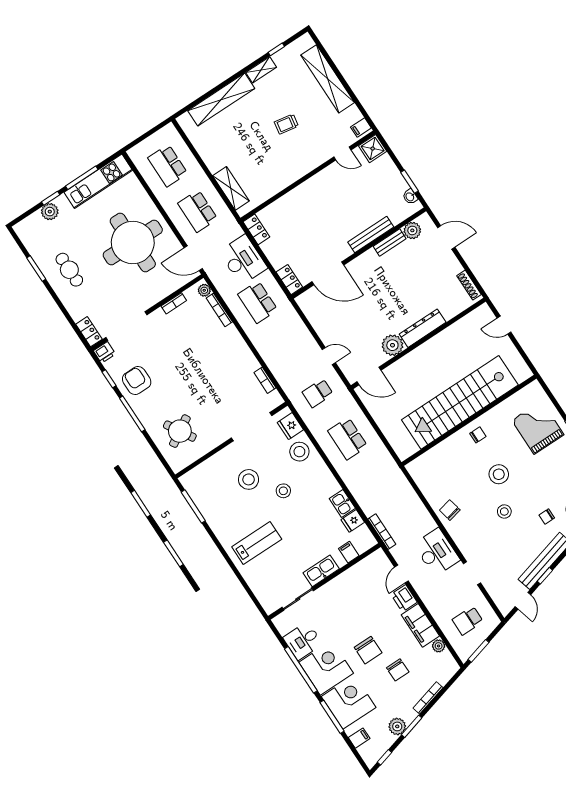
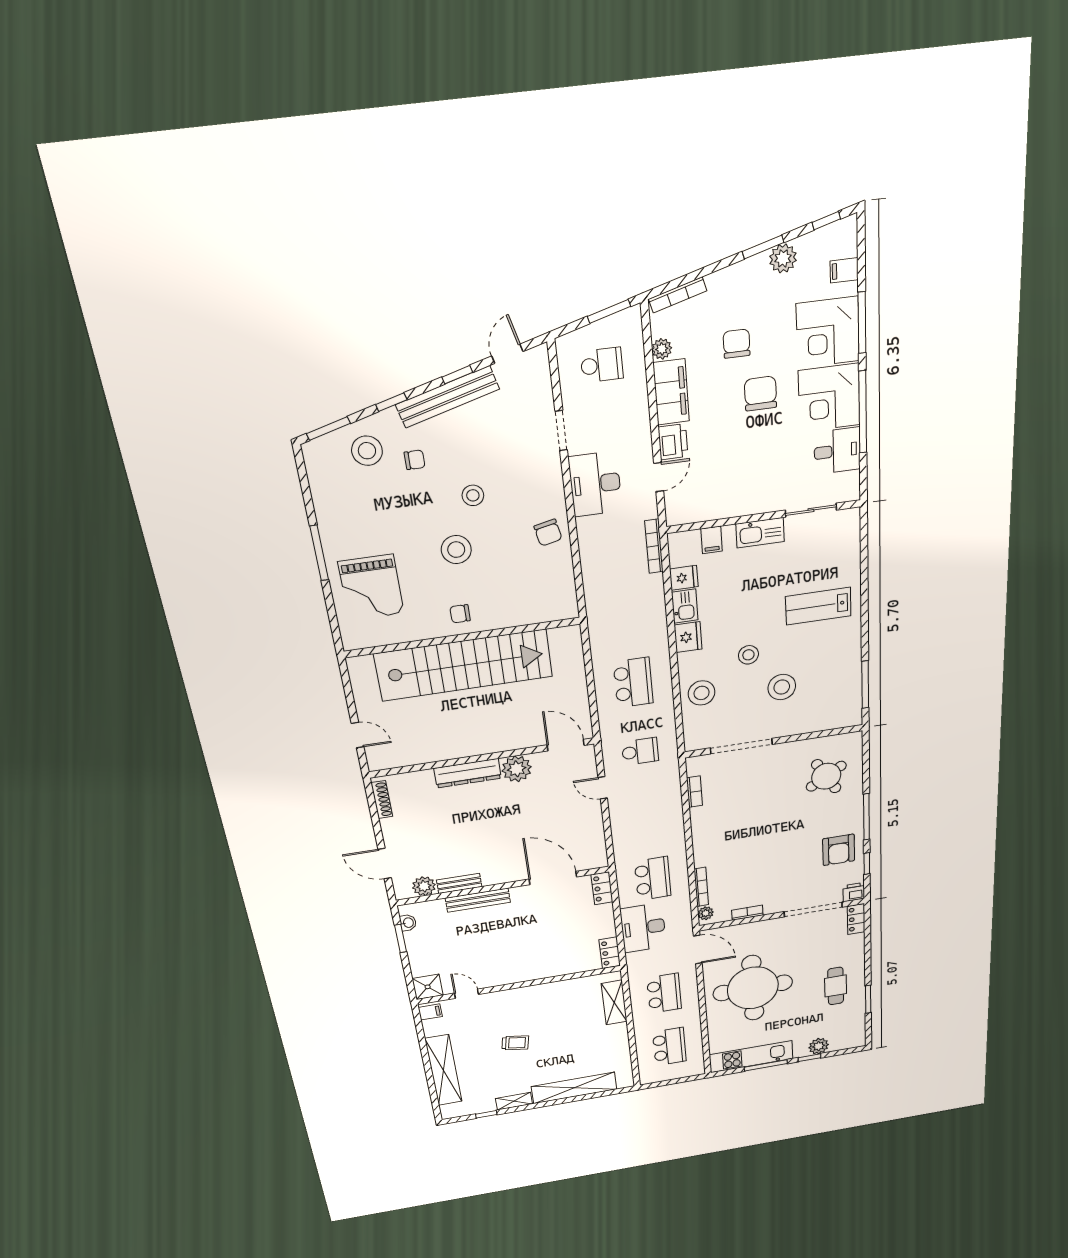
fridge: (290, 426) -> (688, 637), moved
bookcase: (428, 698) -> (678, 295), moved

